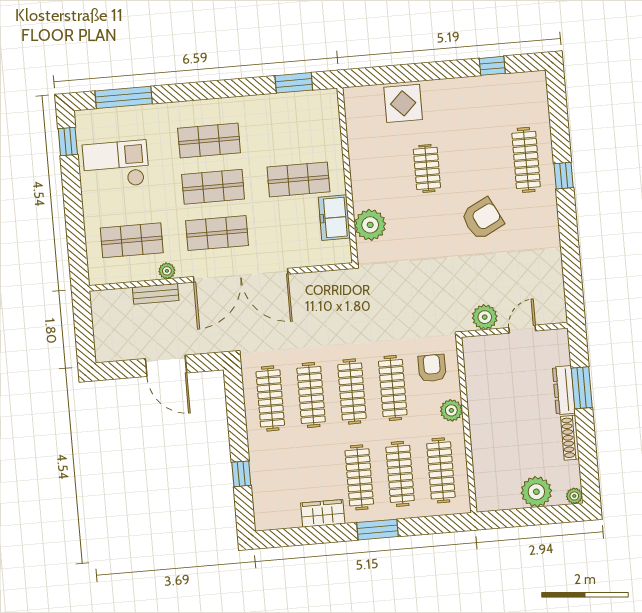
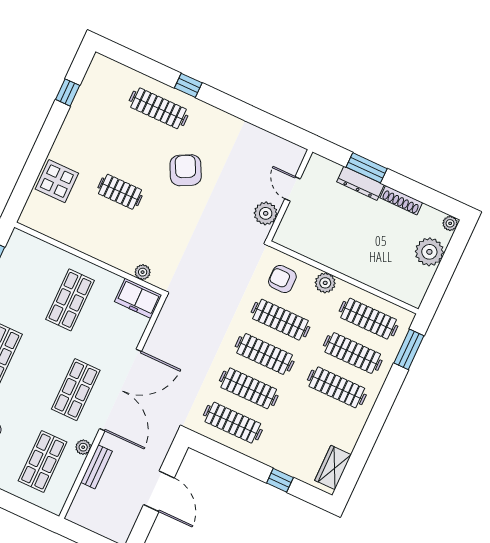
shop shelf: (213, 187) -> (37, 372), removed
freezer: (334, 218) -> (138, 298), moved
plant: (370, 225) -> (143, 272), width x0.53, depth x0.53
door: (166, 366) -> (159, 491), hinge flipped
wardrobe: (323, 513) -> (333, 468), moved
window: (377, 530) -> (409, 349), moved

